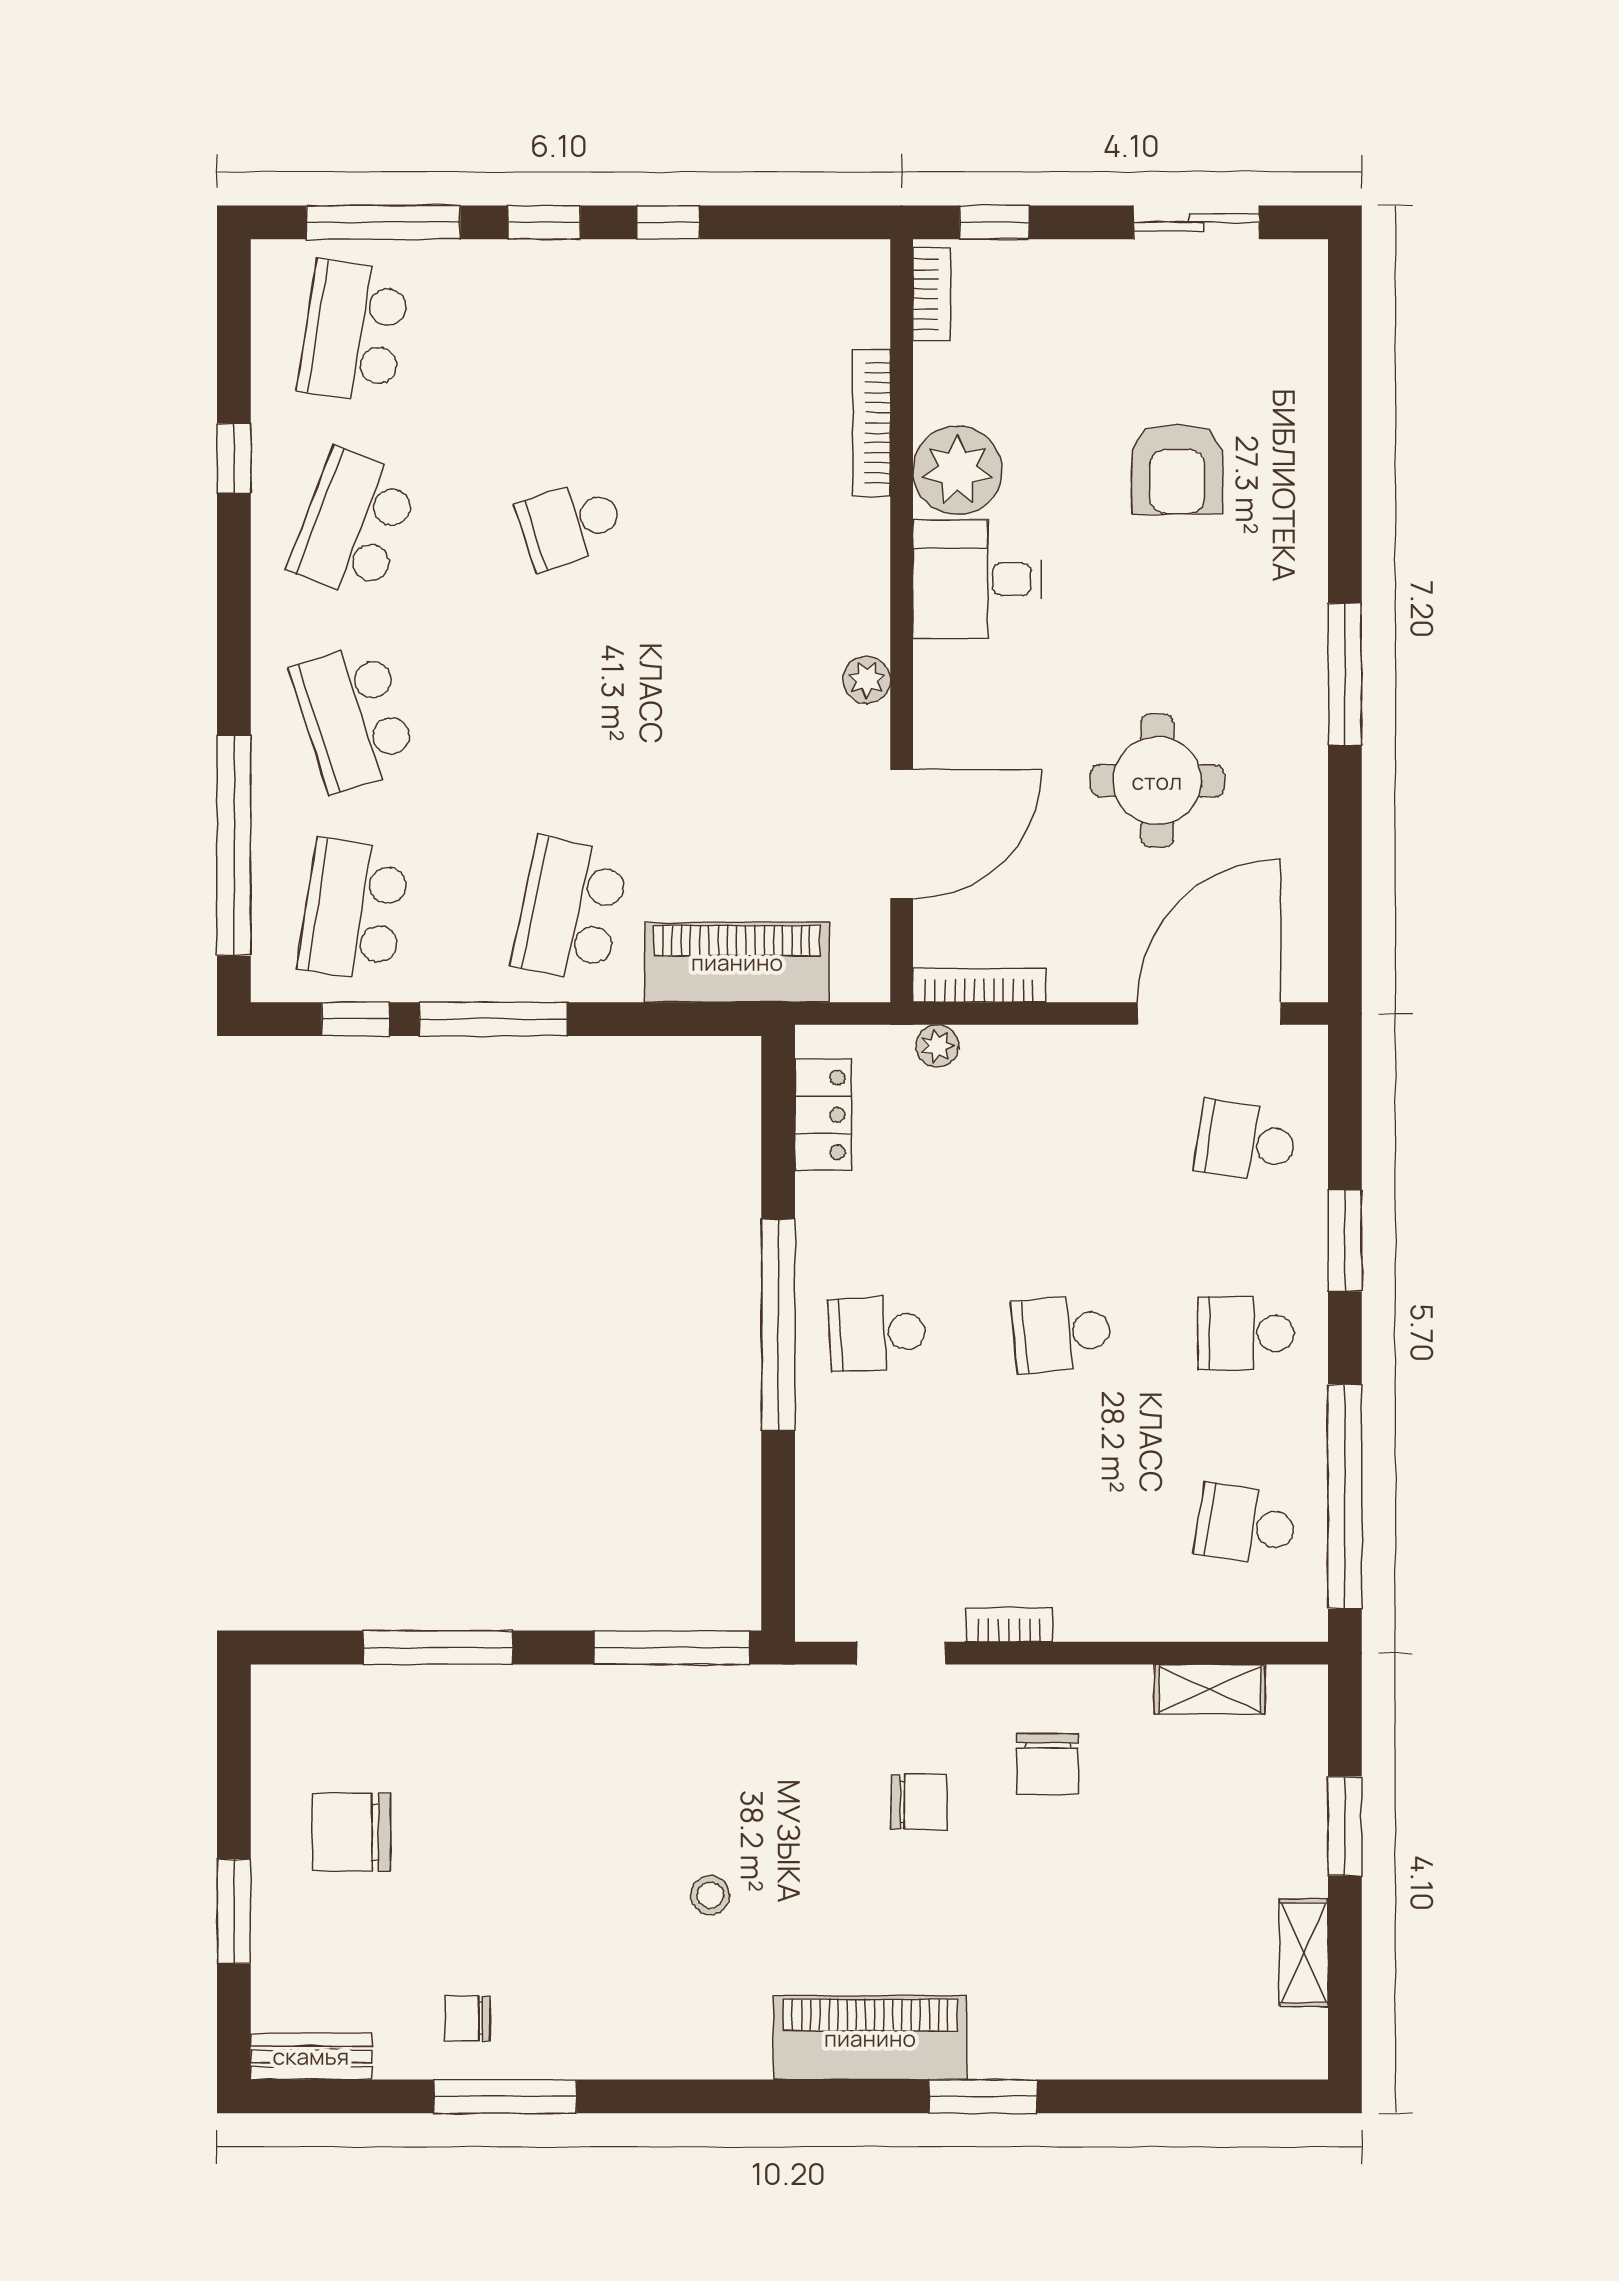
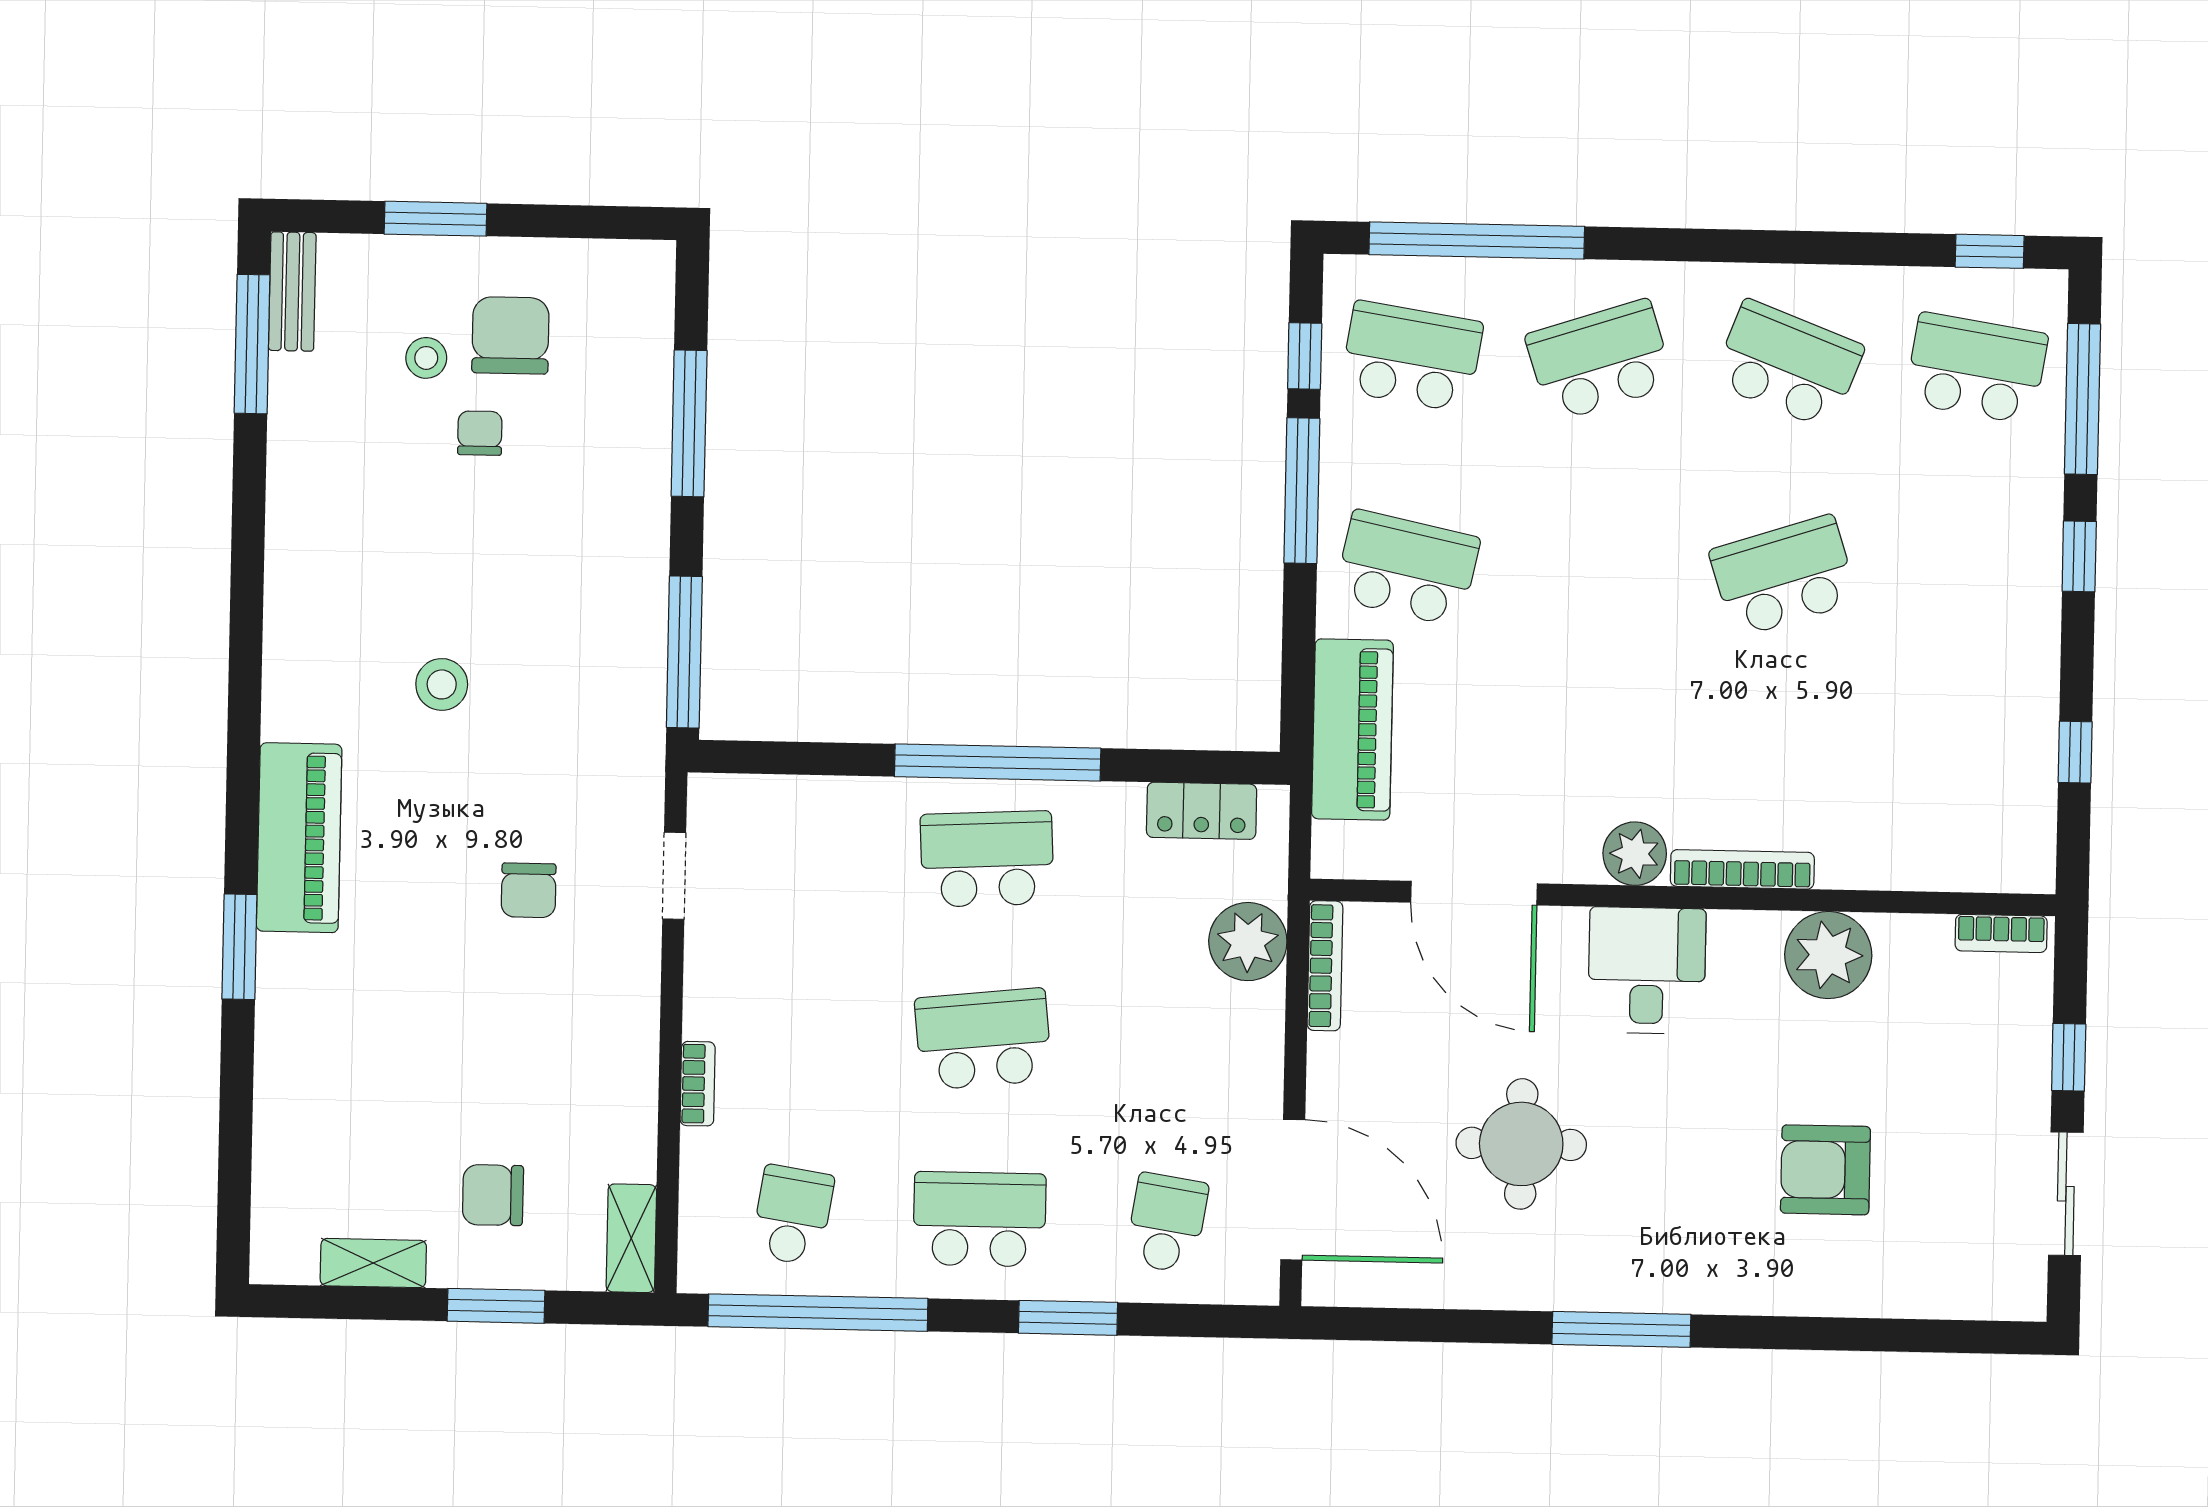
window: (668, 222) -> (2075, 752), moved
window: (994, 222) -> (2069, 1057), moved
bookcase: (872, 423) -> (1742, 869), moved
window: (234, 459) -> (1990, 251), moved
school desk: (571, 524) -> (1784, 576), width x1.85
desk: (977, 579) -> (1647, 970), moved
plant: (867, 680) -> (1635, 854), width x1.38, depth x1.38
plant: (937, 1046) -> (1248, 942), width x1.87, depth x1.87
school desk: (877, 1333) -> (987, 859), width x1.85
school desk: (1062, 1333) -> (983, 1039), width x1.85
school desk: (1246, 1333) -> (980, 1219), width x1.85
bookcase: (1009, 1625) -> (698, 1084), moved
shelving: (1210, 1689) -> (631, 1238), moved
chair: (1047, 1764) -> (493, 1195), moved
stool: (710, 1895) -> (442, 684), width x1.37, depth x1.37
stool: (377, 1918) -> (426, 358), added
chair: (467, 2018) -> (480, 433), moved
window: (505, 2096) -> (252, 344), moved

